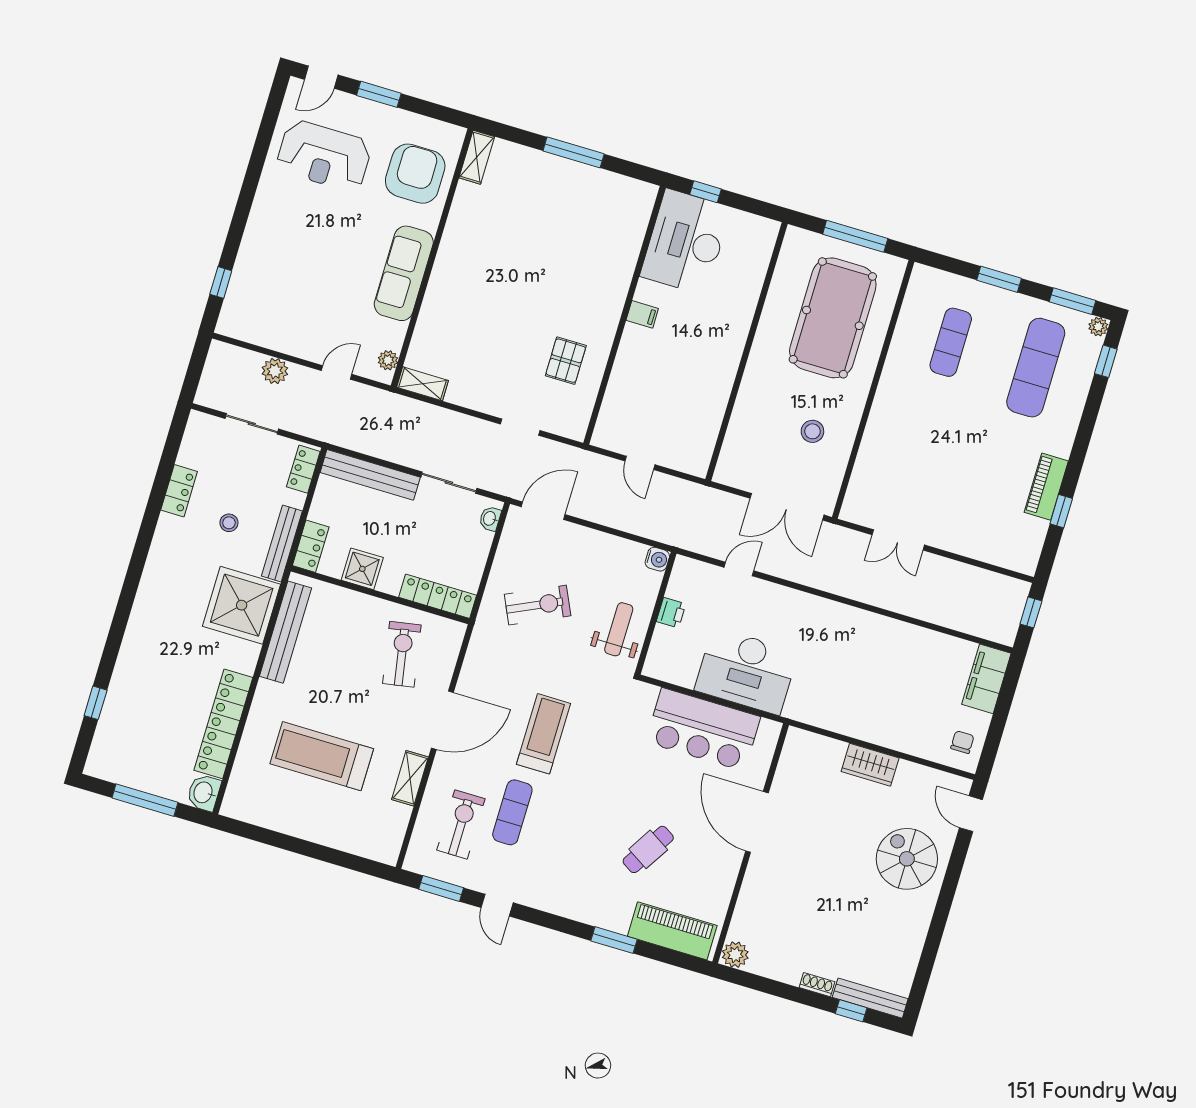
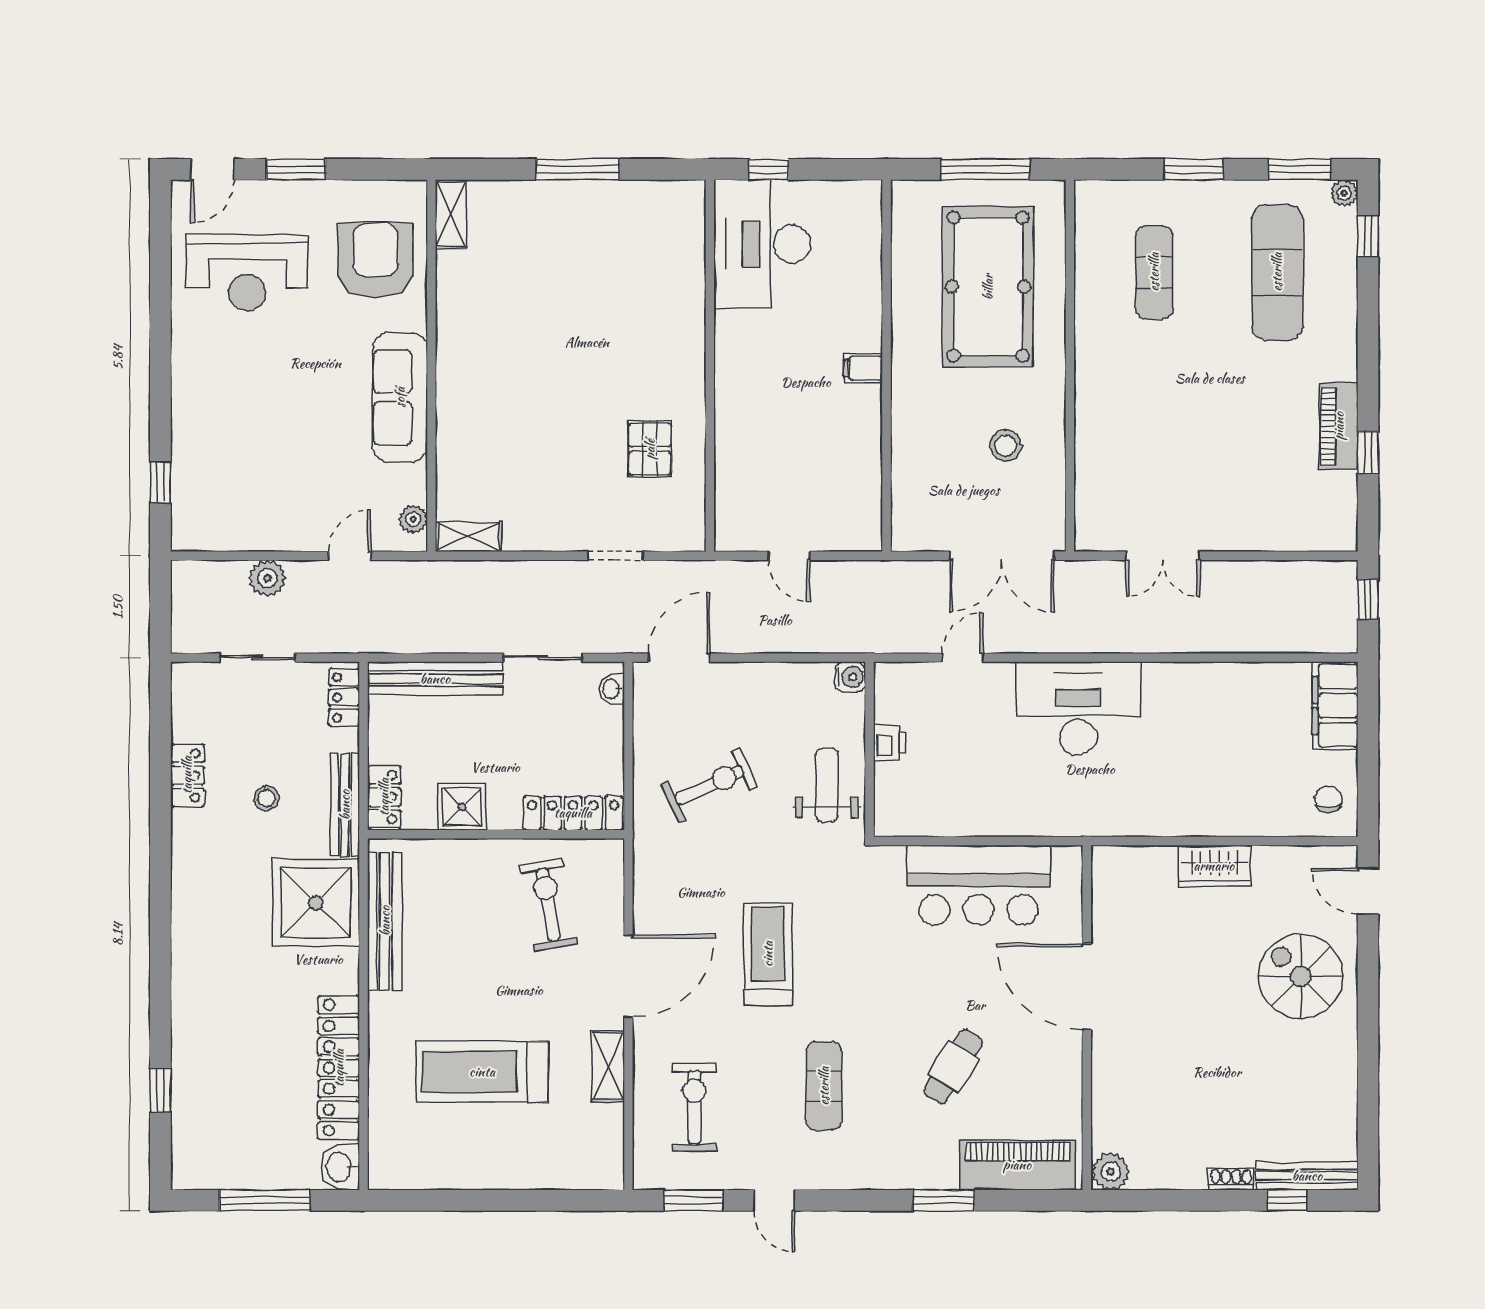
filing cabinet: (642, 314) -> (863, 368), moved, turned 180
desk: (746, 671) -> (1078, 708), moved, turned 180
exercise mat: (512, 812) -> (824, 1086), moved

